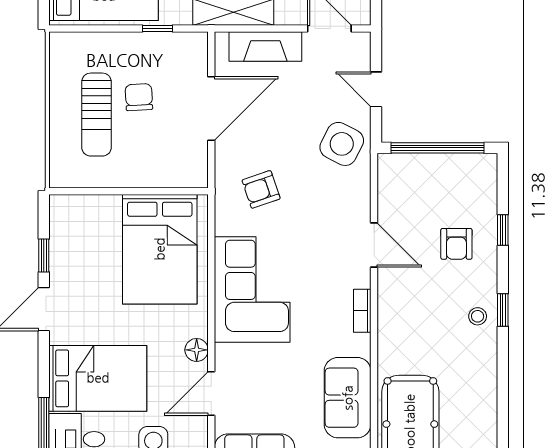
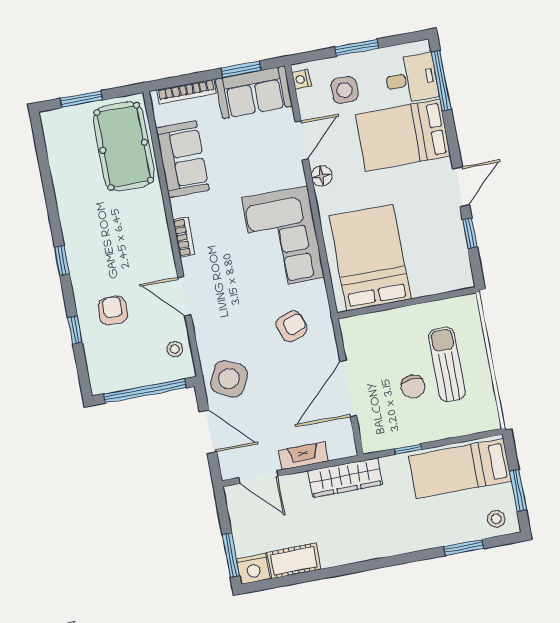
fireplace: (265, 47) -> (303, 456), width x0.73, depth x0.76
door: (376, 89) -> (208, 432), width x1.38
stool: (478, 316) -> (175, 349), moved

